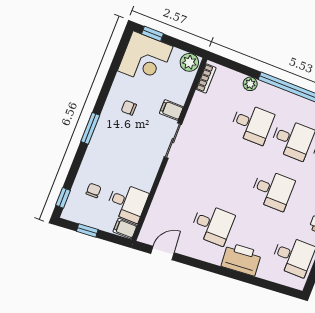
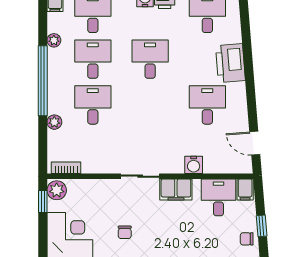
window: (152, 34) -> (43, 202), moved
filing cabinet: (171, 110) -> (176, 189), moved, width x2.00
chair: (94, 190) -> (247, 239), moved
water cooler: (165, 192) -> (194, 165), added

